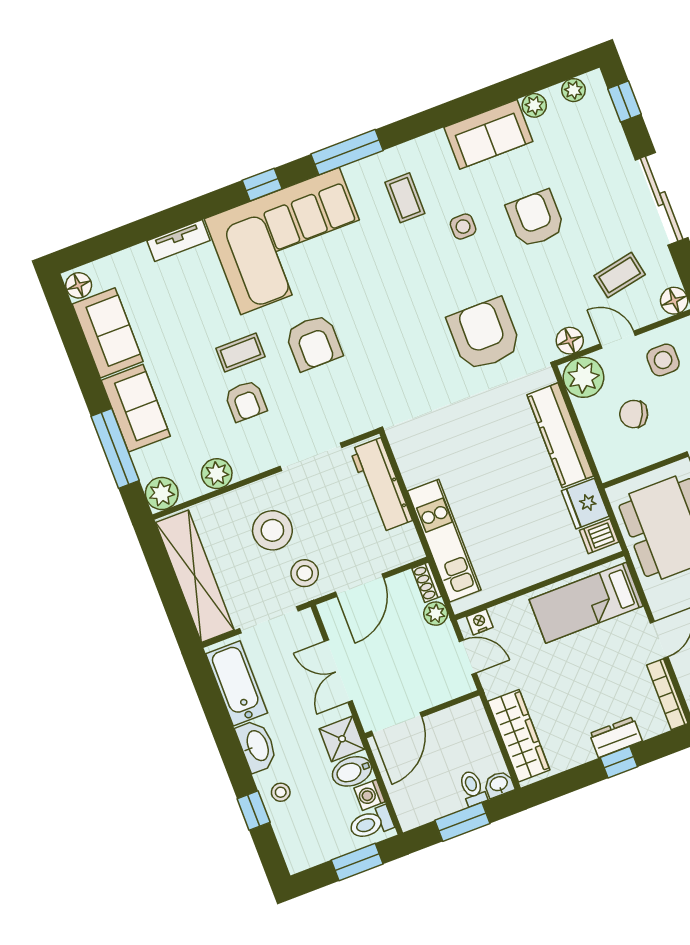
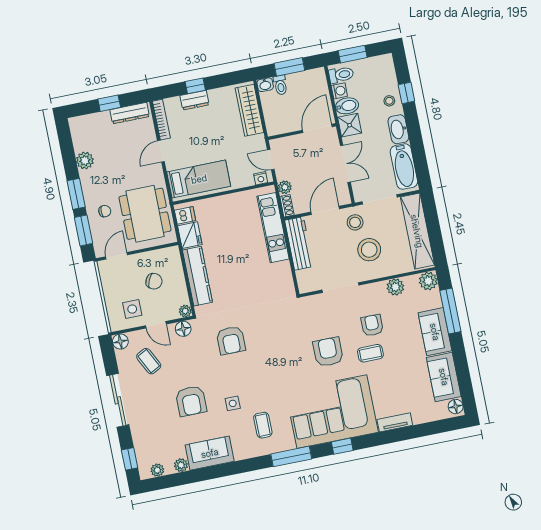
coffee table: (620, 275) -> (149, 361), turned 74
armchair: (484, 334) -> (231, 340), width x0.73, depth x0.73
plant: (583, 377) -> (185, 311), width x0.53, depth x0.53
workbench: (381, 485) -> (299, 243), moved

